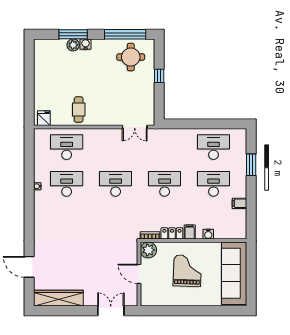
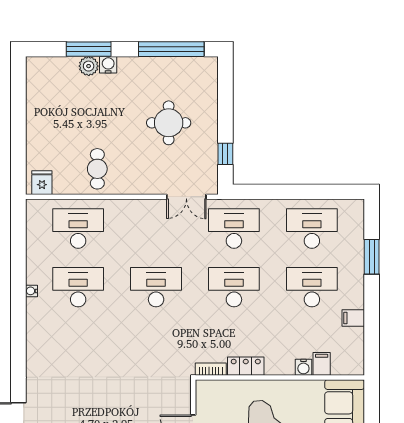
round table: (131, 57) -> (169, 123), moved
window: (159, 76) -> (225, 154), moved
desk: (165, 147) -> (234, 229), added
filing cabinet: (190, 232) -> (322, 364), moved
plant: (148, 250) -> (208, 392), removed

